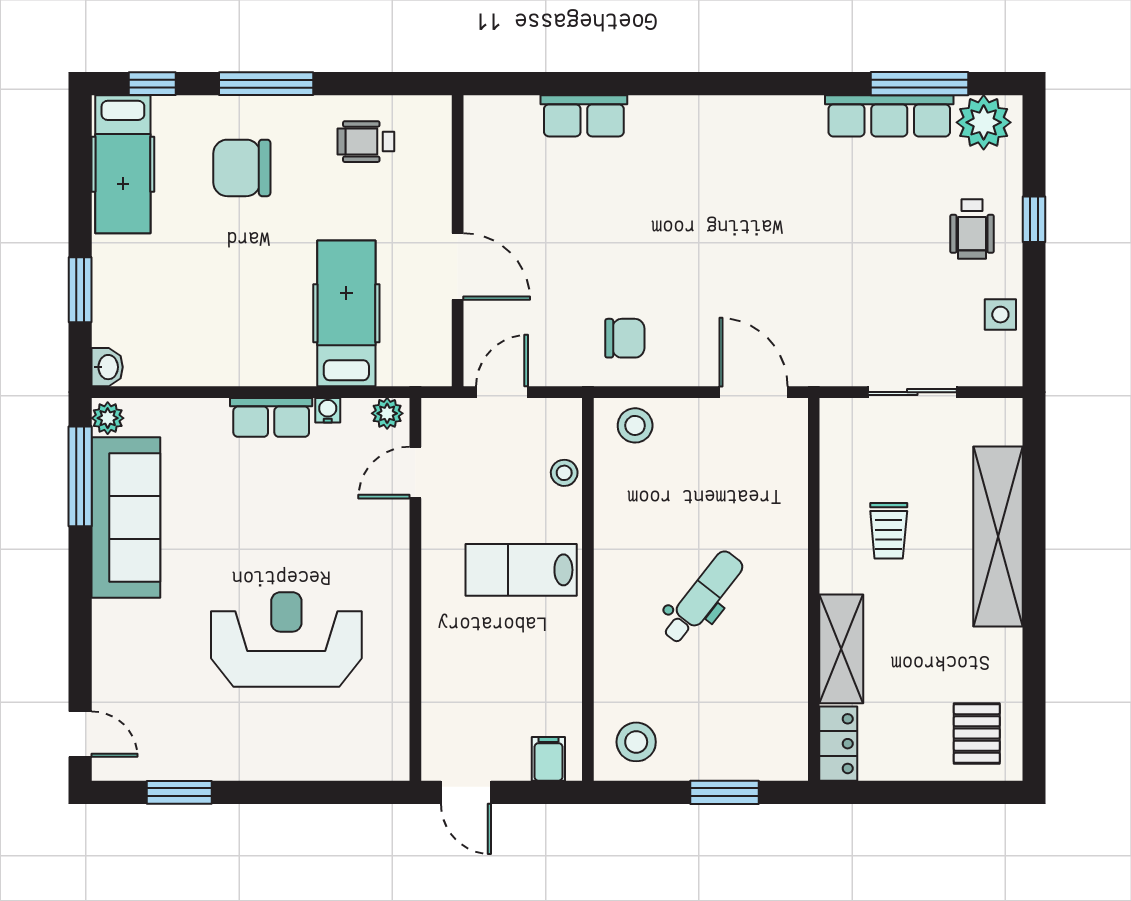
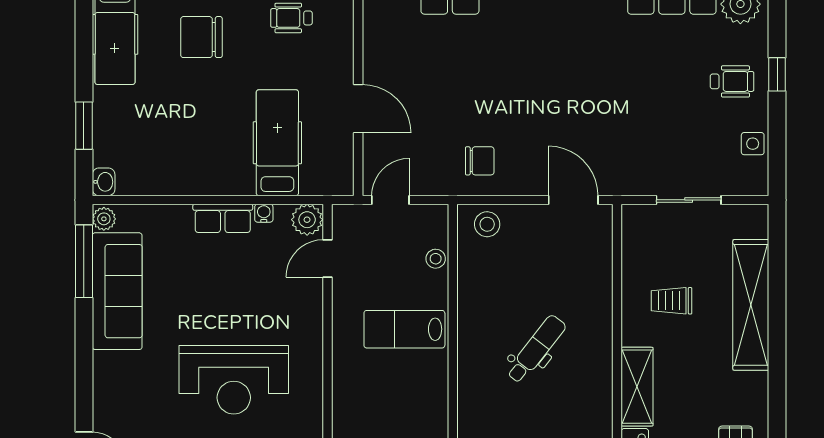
wheelchair: (972, 229) -> (732, 81), turned -90
plant: (387, 413) -> (307, 220), width x1.38, depth x1.38
trolley: (889, 531) -> (671, 301), turned 90
reception desk: (286, 639) -> (234, 380), turned 180

